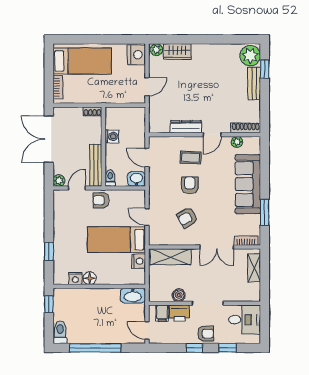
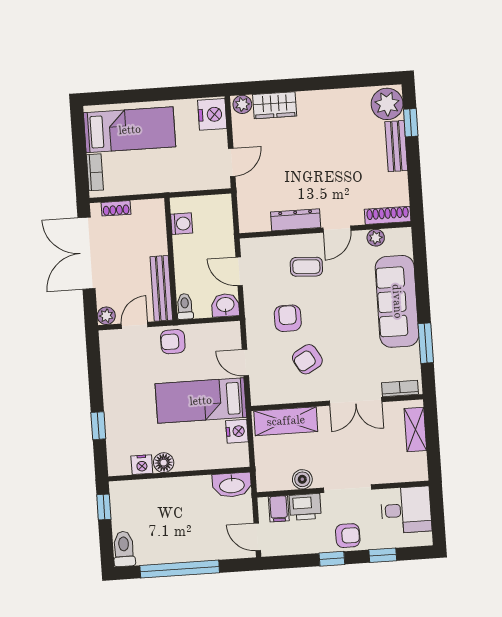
shoe rack: (92, 111) -> (116, 208), moved
washing machine: (112, 136) -> (182, 224), moved
armchair: (190, 185) -> (288, 318), moved

